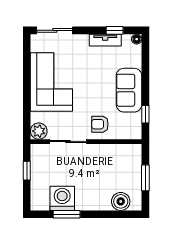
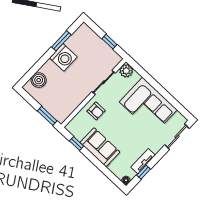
armchair: (100, 124) -> (96, 111), turned 90
window: (145, 178) -> (47, 116), moved
washing machine: (62, 198) -> (63, 57), moved

